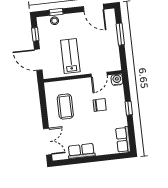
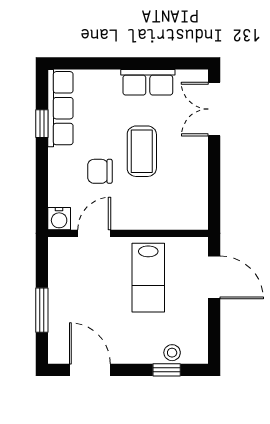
window: (35, 34) -> (214, 329), removed
coffee table: (65, 107) -> (142, 151), moved
window: (129, 108) -> (42, 124), moved
row of seats: (123, 140) -> (60, 108), width x1.48

